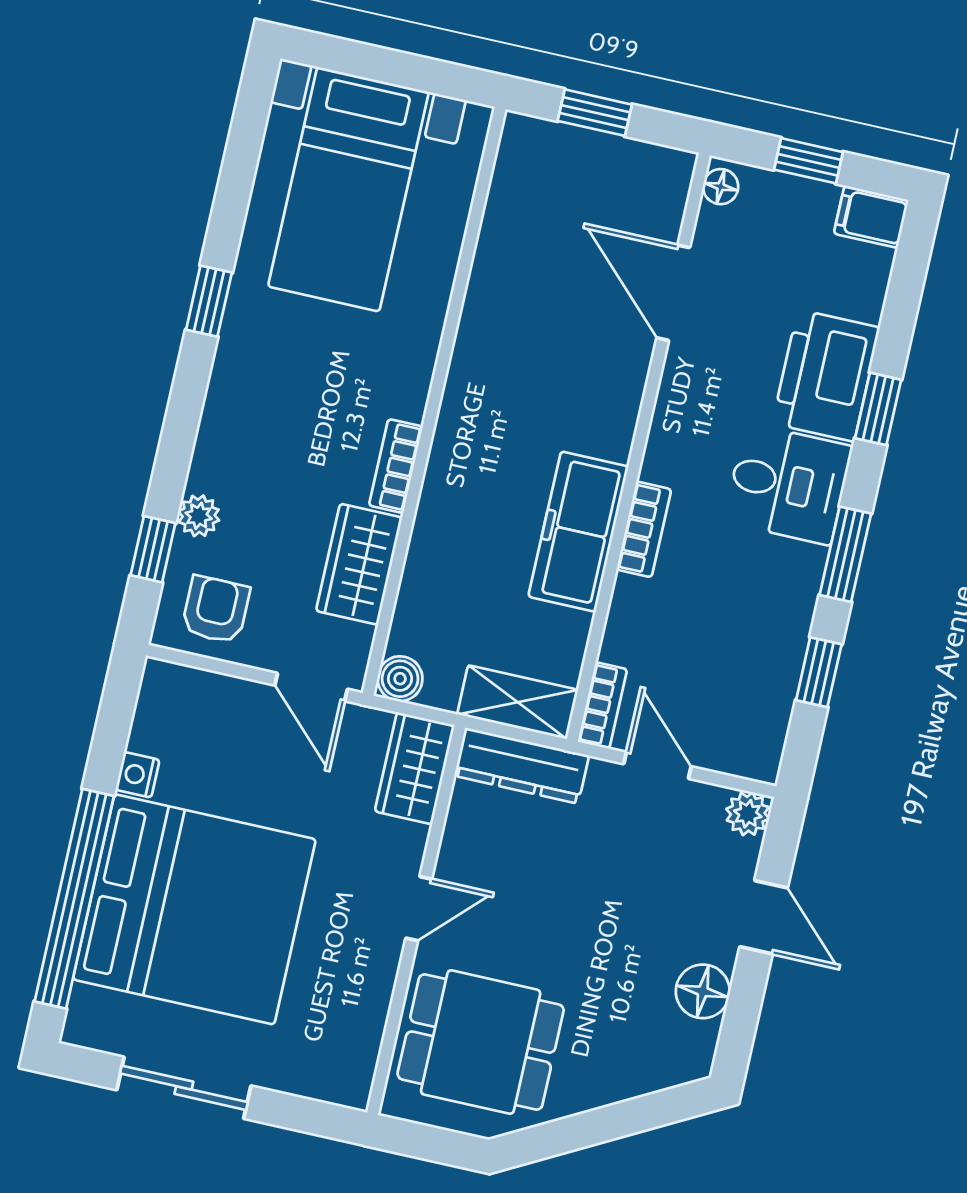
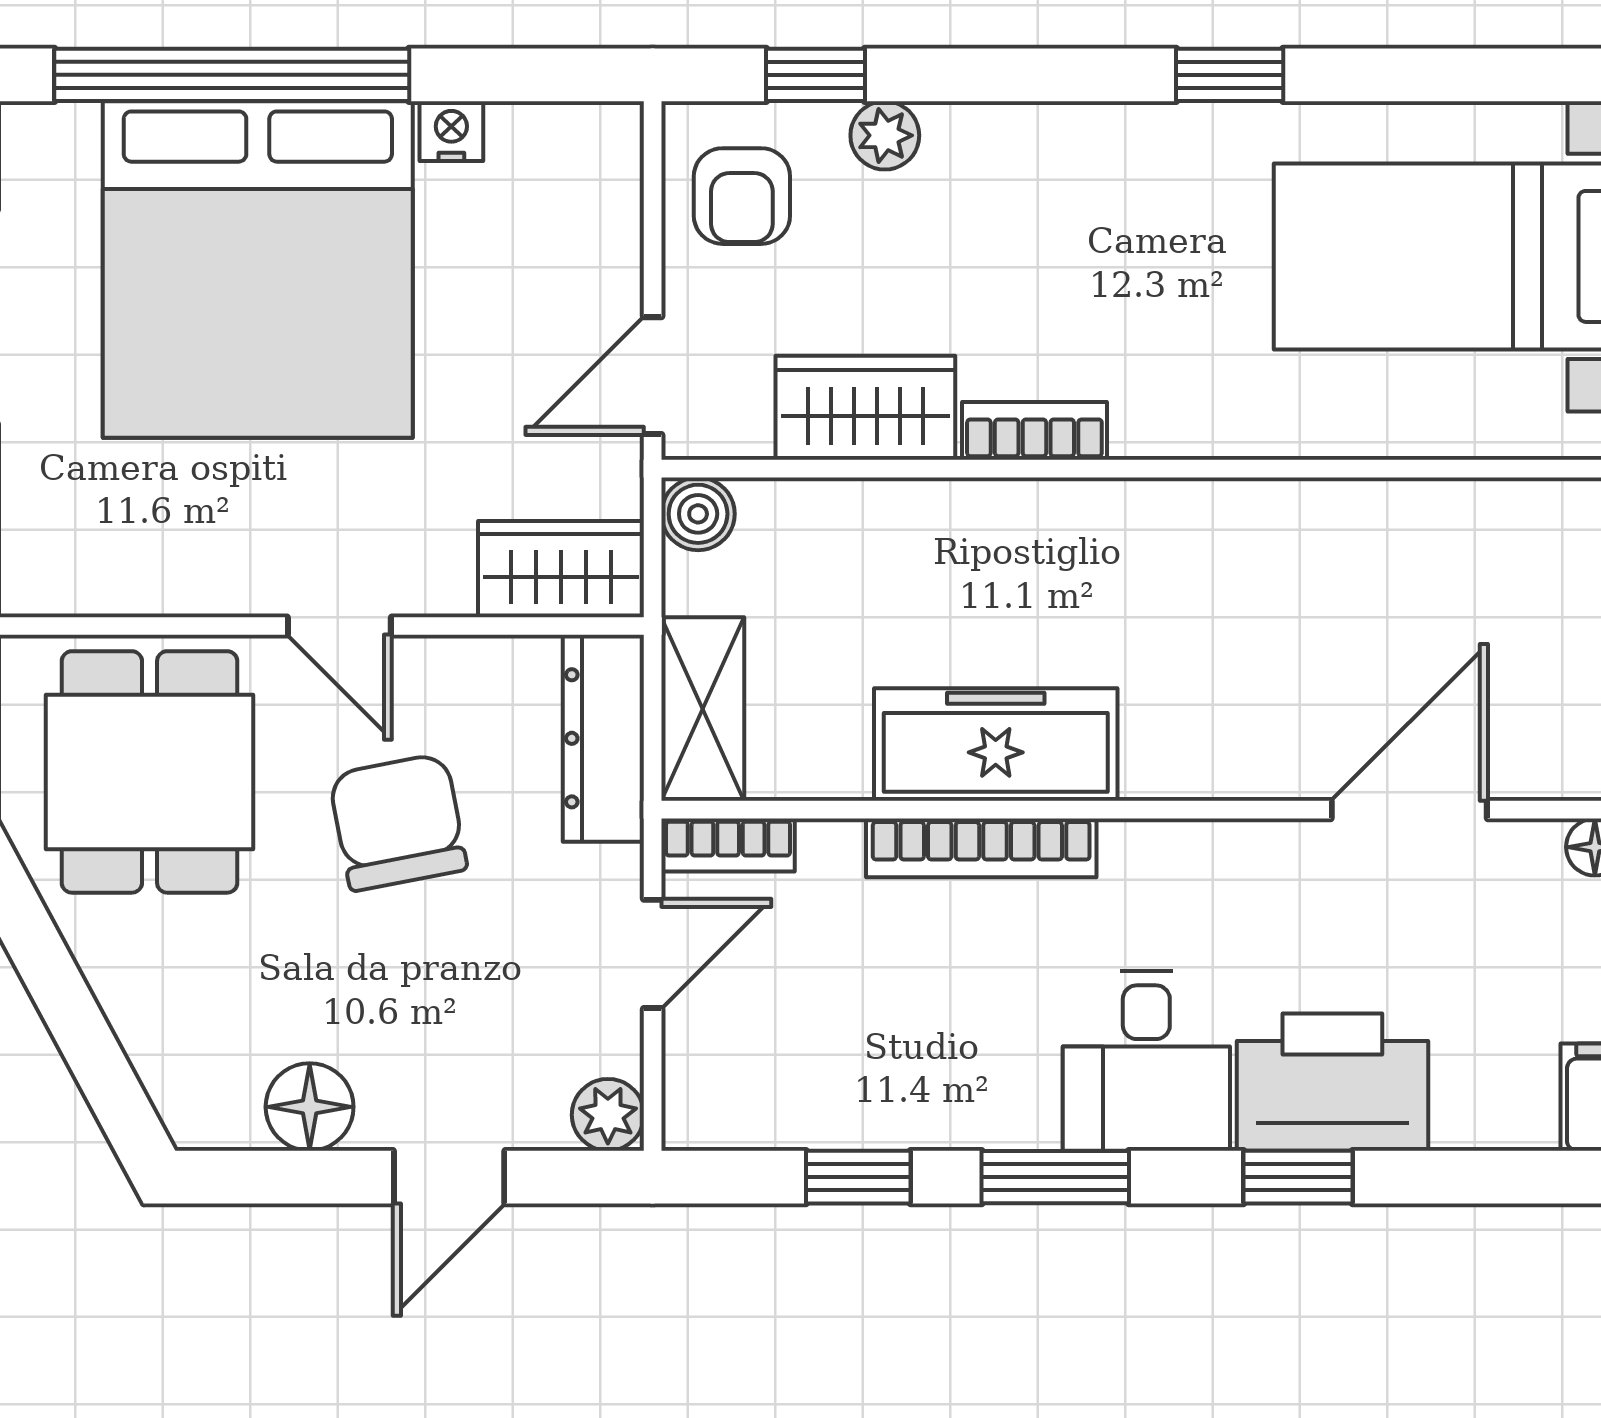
bookcase: (644, 529) -> (981, 848), width x1.56
armchair: (216, 610) -> (742, 196), turned 90
chair: (544, 900) -> (398, 822), added

